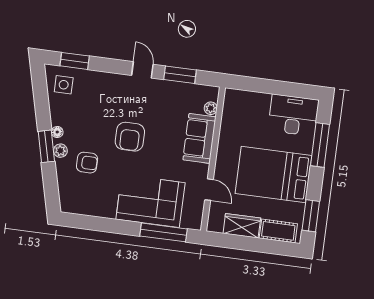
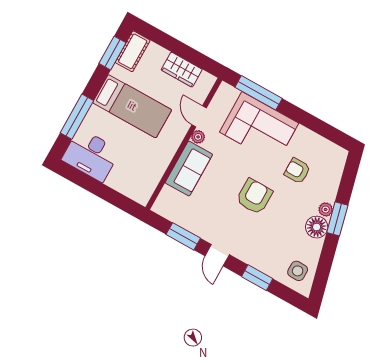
window: (75, 61) -> (257, 278), moved
plant: (211, 108) -> (198, 137), moved
floor lamp: (57, 132) -> (317, 227), width x1.89, depth x1.89
armchair: (87, 163) -> (297, 171), moved
bed: (274, 174) -> (132, 106), width x0.67
cot: (278, 231) -> (133, 51), moved, turned 90

